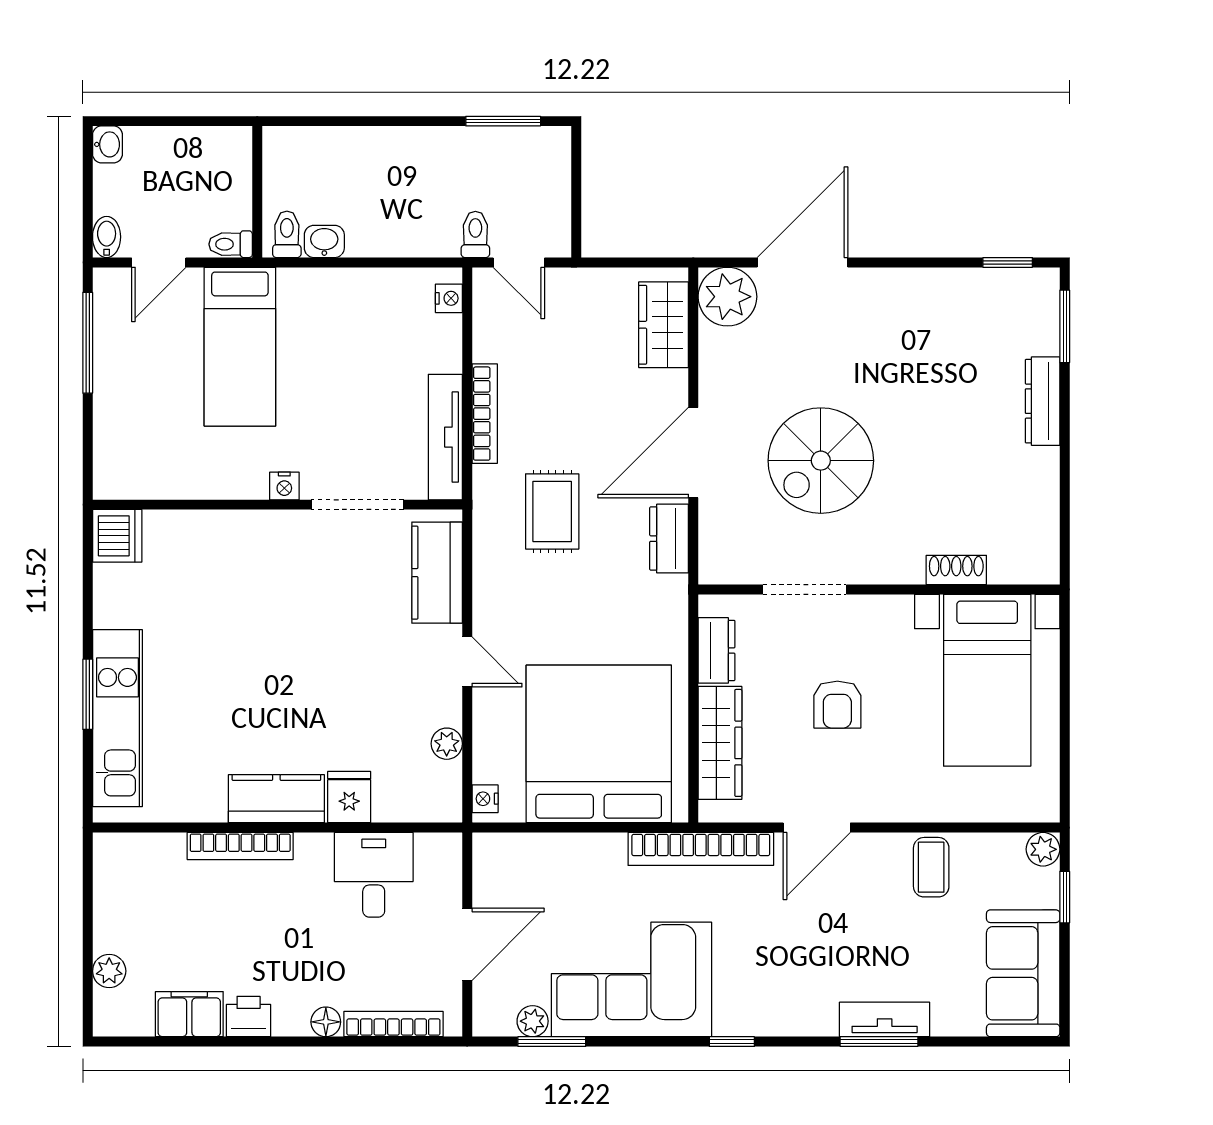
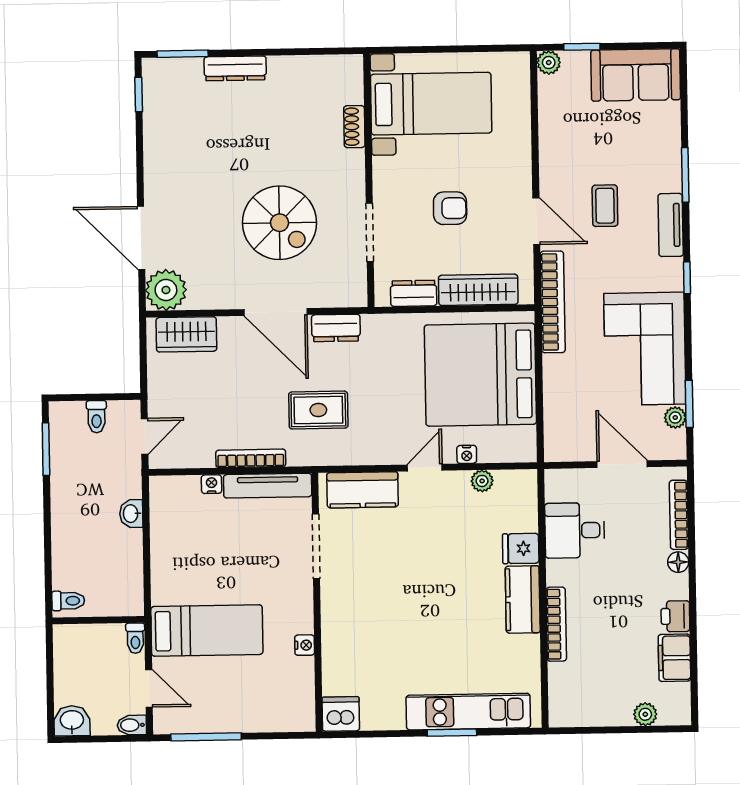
washbasin: (107, 144) -> (72, 721), width x1.38, depth x1.45
toilet: (287, 234) -> (68, 601), moved, turned 180
toilet: (475, 234) -> (96, 417), moved, turned -90
washbasin: (324, 241) -> (131, 514), moved
nightstand: (449, 298) -> (212, 484), moved
nightstand: (284, 486) -> (305, 645), moved
nightstand: (485, 799) -> (467, 454), moved
coffee table: (931, 867) -> (605, 206), moved, turned 90
tv unit: (885, 1019) -> (671, 225), moved

